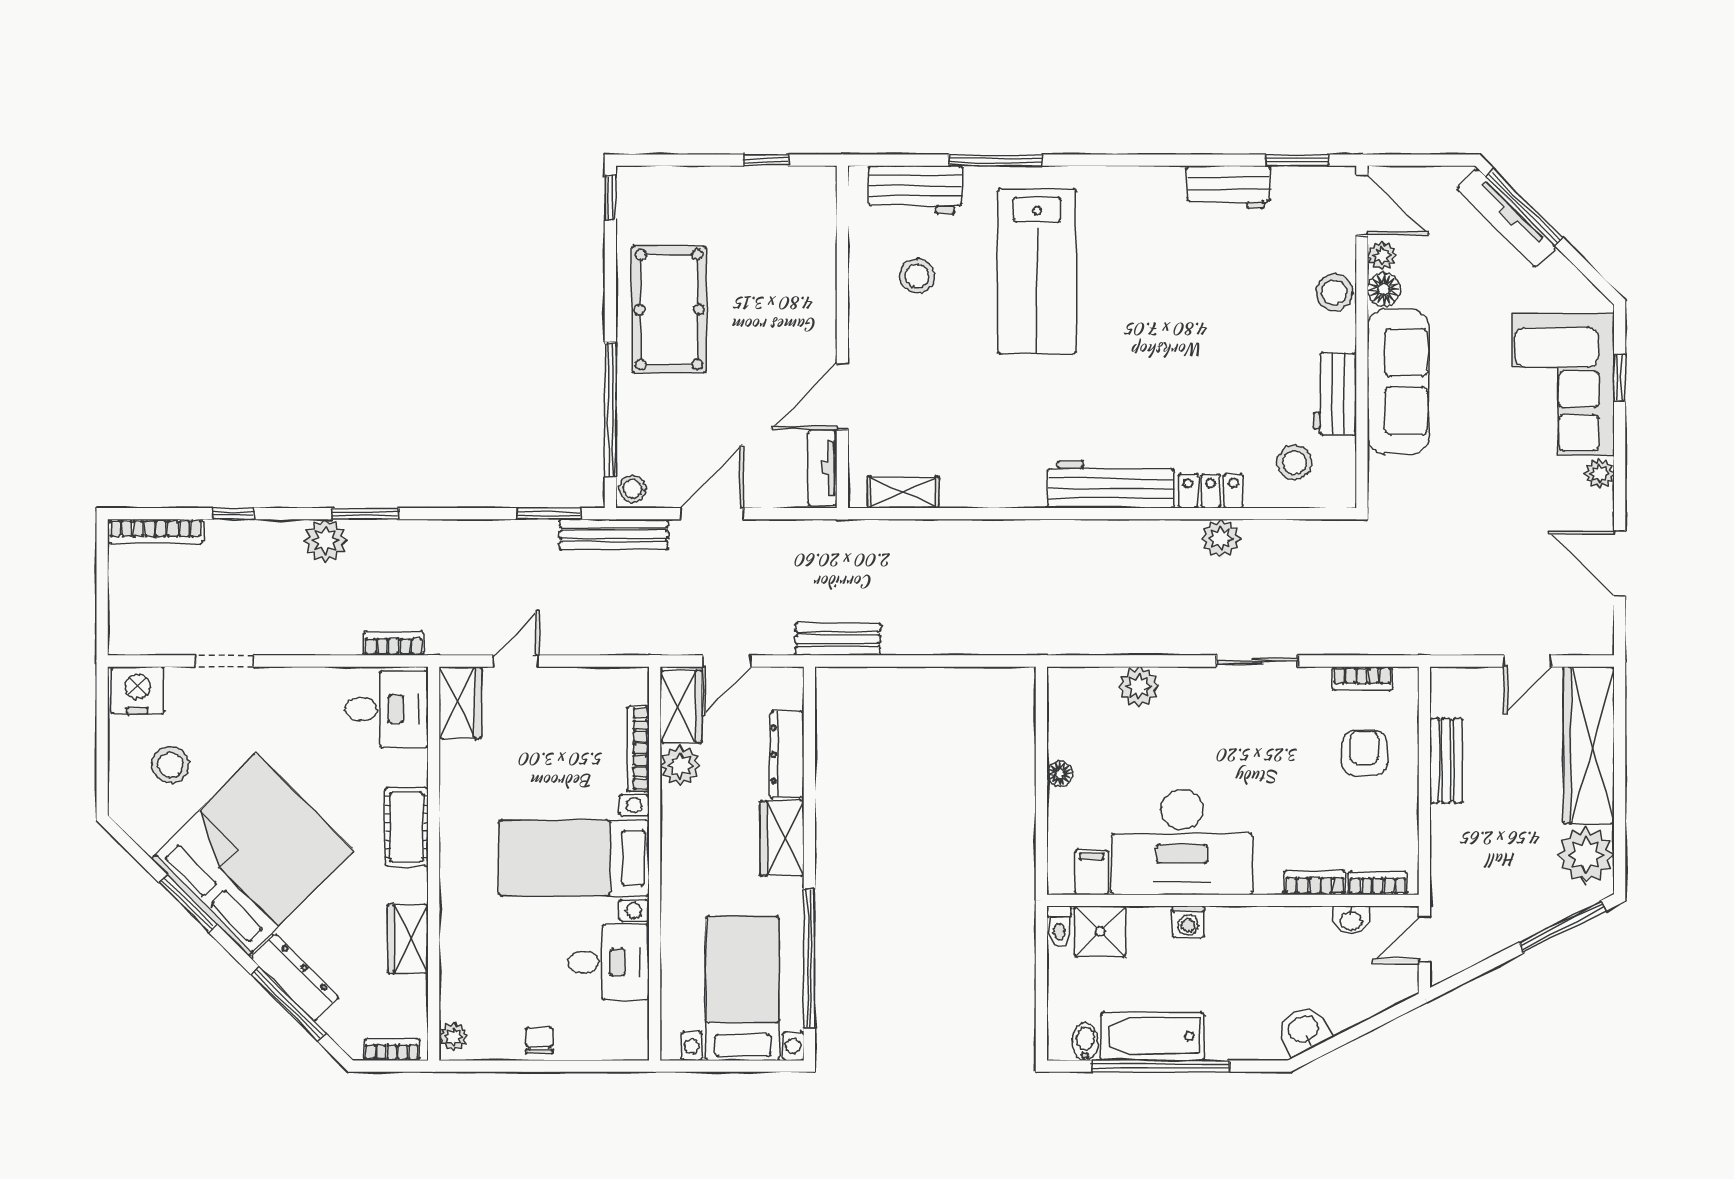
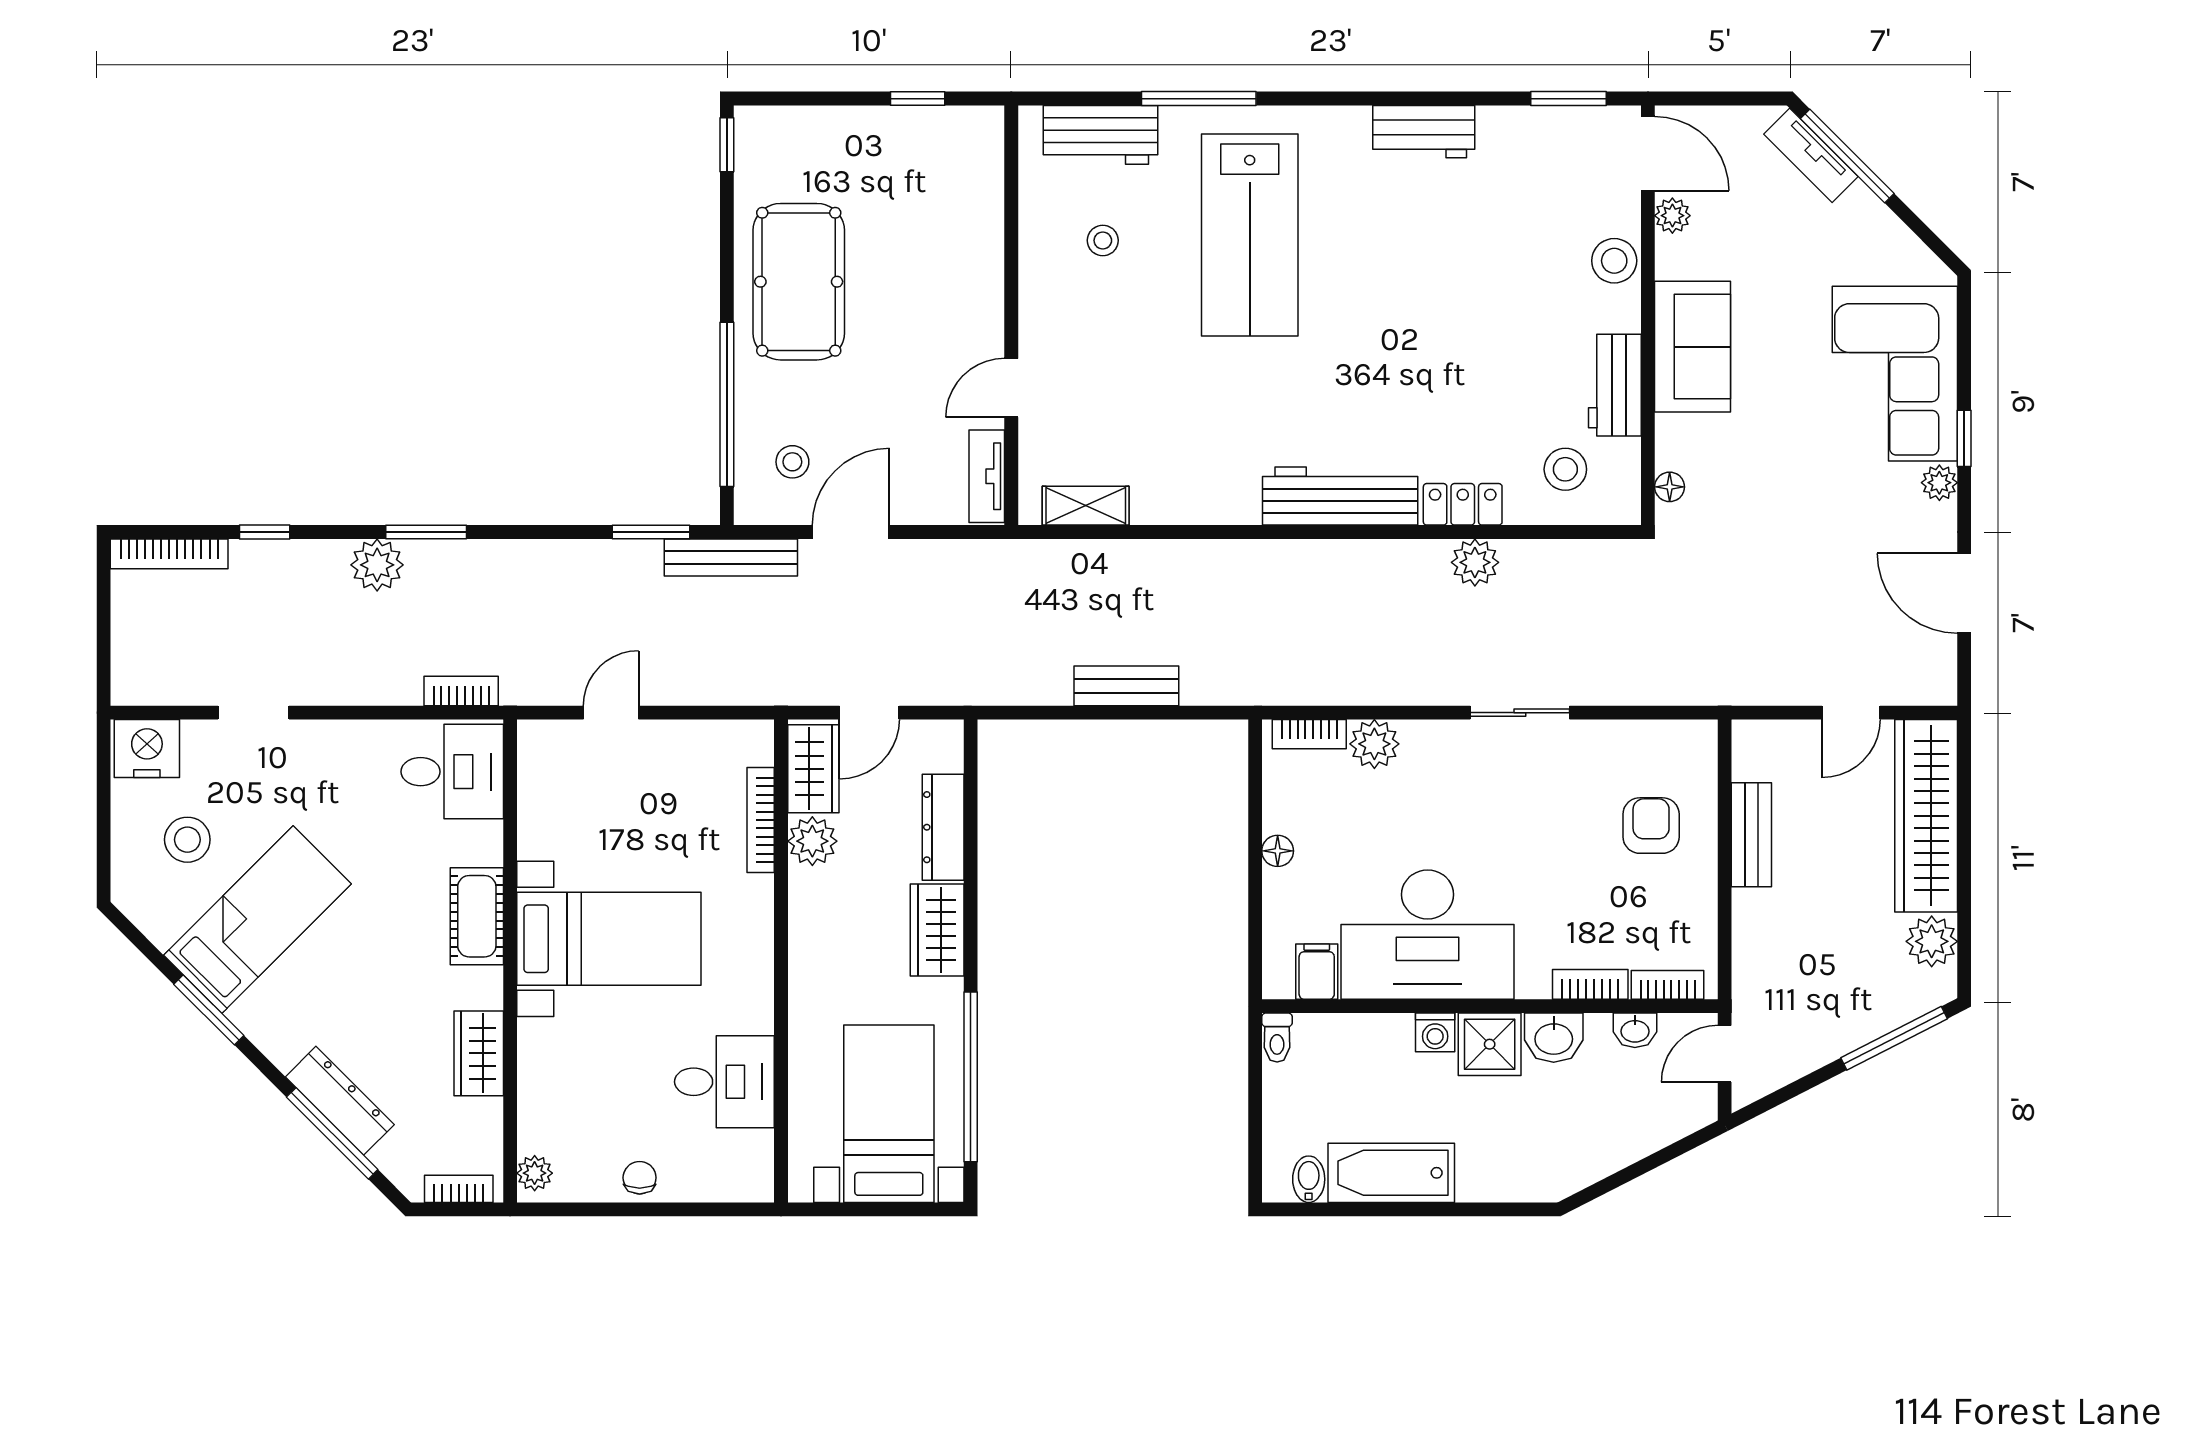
workbench: (1229, 187) -> (1424, 132), moved
tv unit: (1506, 218) -> (1811, 155), width x0.71
stool: (917, 276) -> (1103, 240), width x0.73, depth x0.73
floor lamp: (1384, 290) -> (1670, 487), moved, width x0.73, depth x0.73
window: (1620, 377) -> (1964, 438), moved
sofa: (1398, 382) -> (1693, 347), width x0.73
door: (842, 396) -> (1011, 388), width x0.73
stool: (633, 489) -> (792, 462), moved
bench: (838, 639) -> (1126, 686), moved
bookcase: (1362, 679) -> (1309, 734), moved
wardrobe: (460, 703) -> (543, 764), removed
bed: (252, 855) -> (258, 920), width x0.49
plant: (1586, 855) -> (1932, 941), width x0.73, depth x0.73
bed with nightstands: (574, 858) -> (609, 939), moved, turned 180
shower: (1100, 931) -> (1490, 1044), moved
washbasin: (1304, 1030) -> (1554, 1038), moved, turned -153
window: (1161, 1066) -> (1401, 1209), removed

